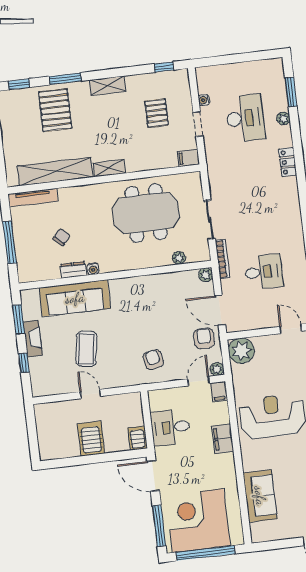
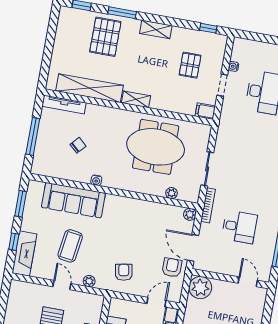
dresser: (73, 270) -> (79, 176), removed
fireplace: (33, 339) -> (24, 253), moved, width x1.37, depth x1.32
plant: (217, 369) -> (89, 281), moved

